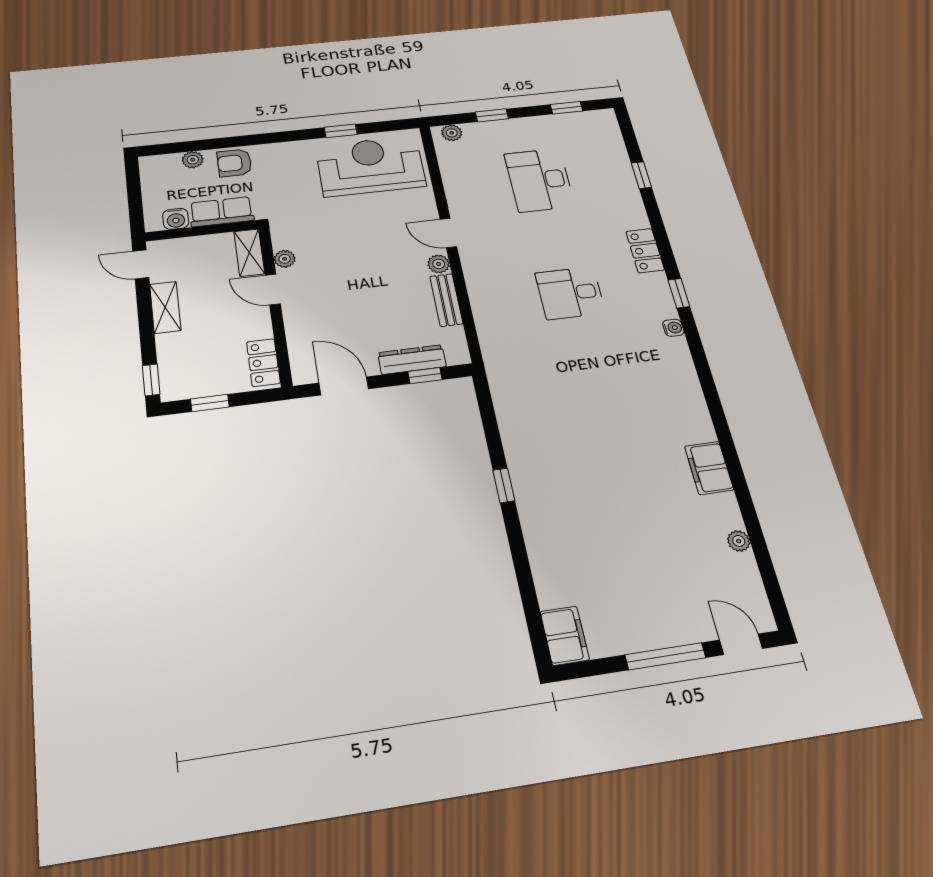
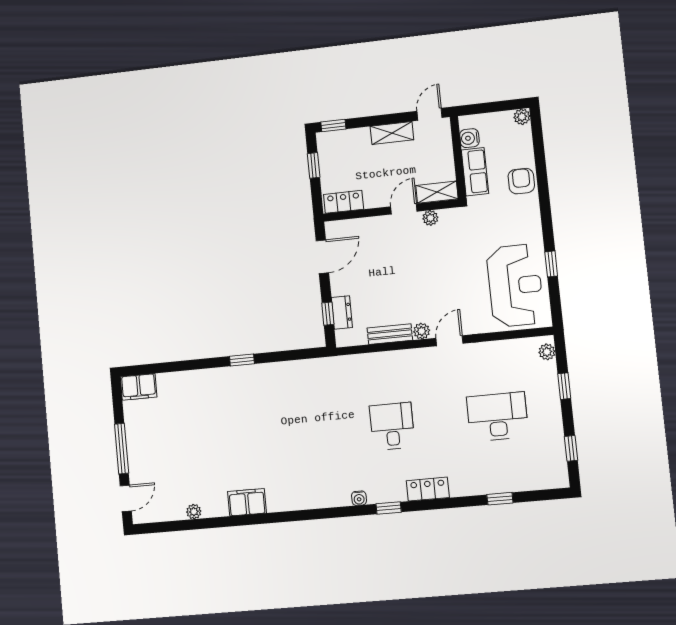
plant: (193, 160) -> (522, 117), moved
dresser: (412, 360) -> (342, 312), width x0.70

